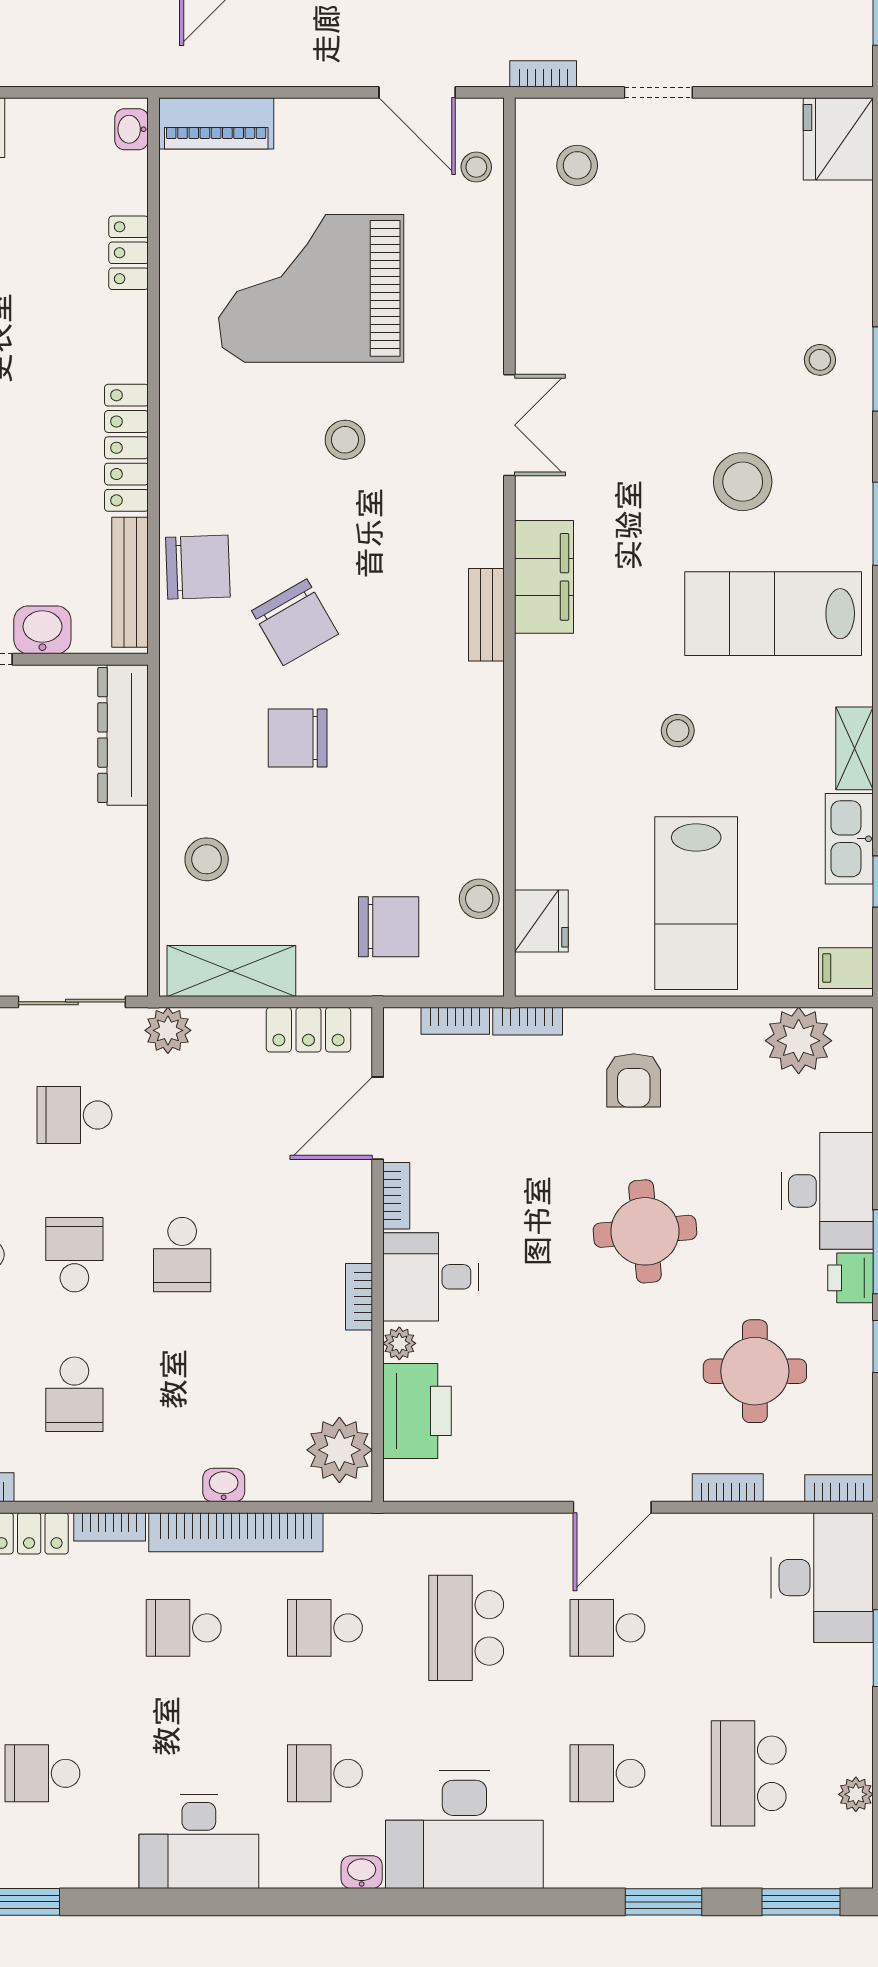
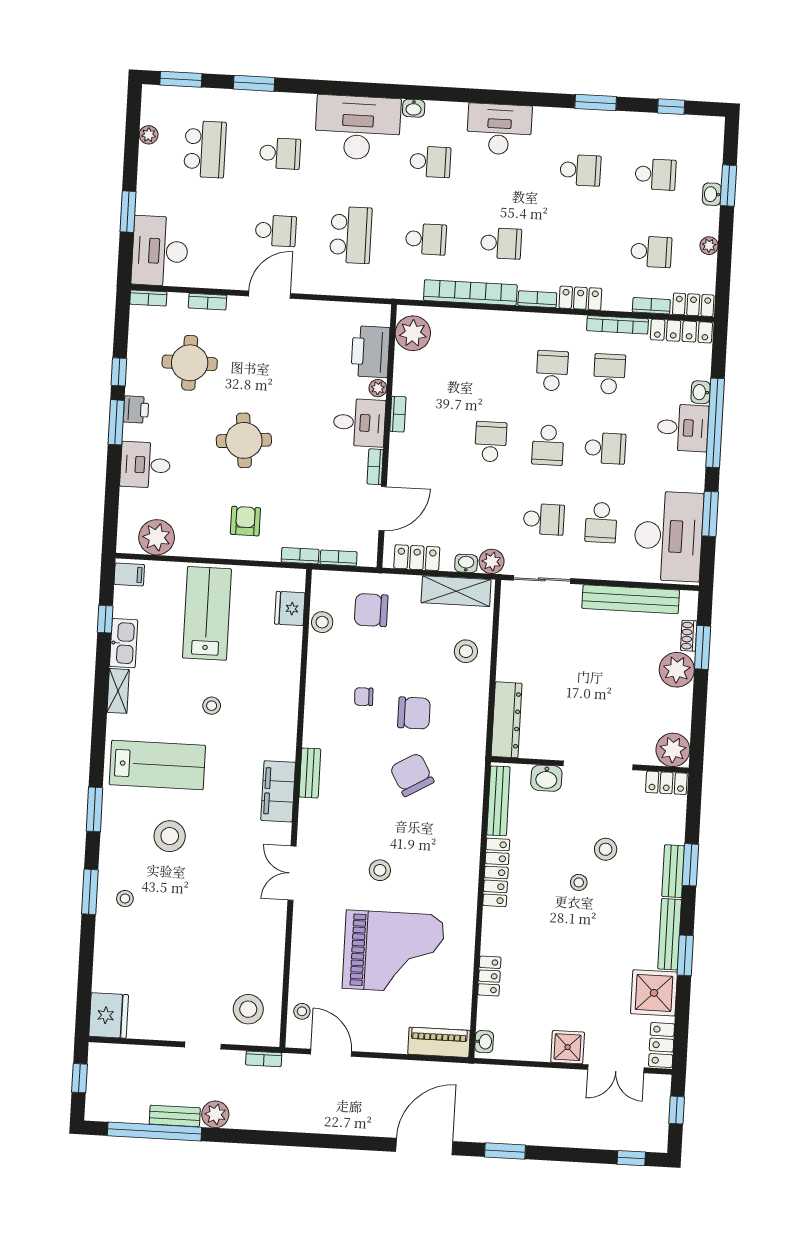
stool: (577, 165) -> (248, 1009), width x1.38, depth x1.38
chair: (198, 567) -> (364, 697), moved, width x0.54, depth x0.54
desk: (827, 1191) -> (145, 465), width x0.73
washbasin: (224, 1485) -> (466, 563), moved, turned 180

